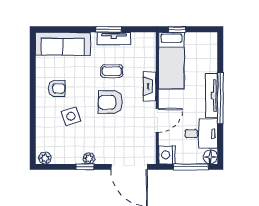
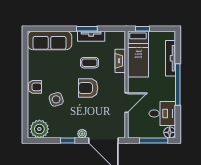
fireplace: (150, 86) -> (120, 61), moved
armchair: (57, 88) -> (35, 87), moved
tv unit: (211, 95) -> (171, 58), moved
nightstand: (167, 155) -> (134, 131), removed
plant: (45, 158) -> (39, 129), width x1.87, depth x1.87
plant: (89, 158) -> (82, 134), moved

